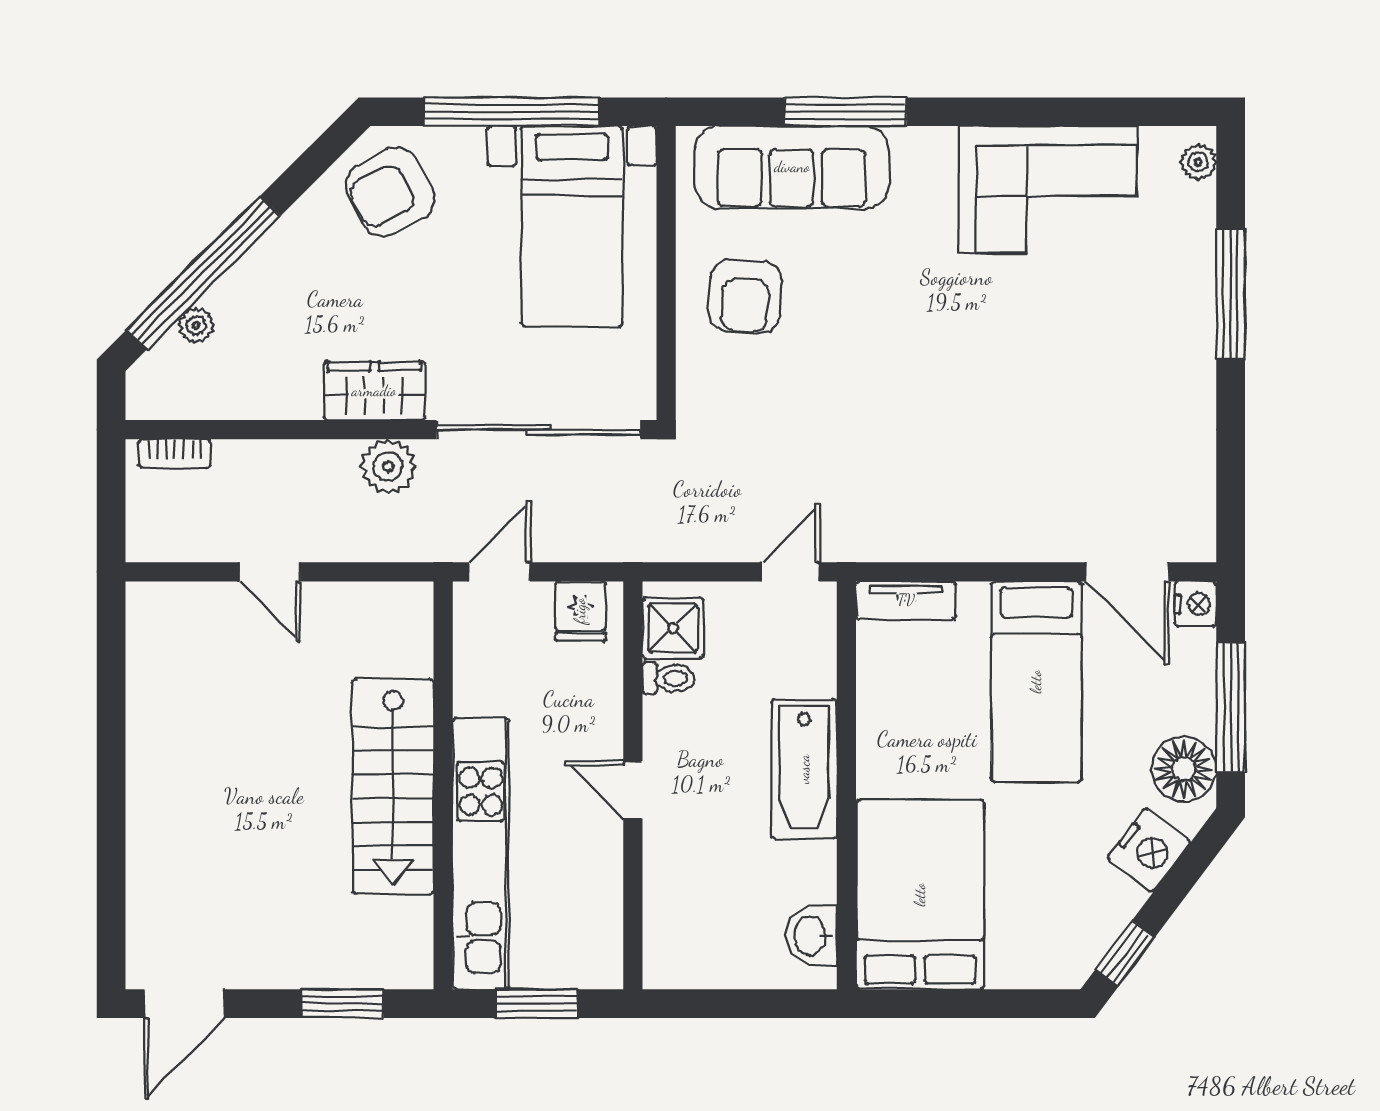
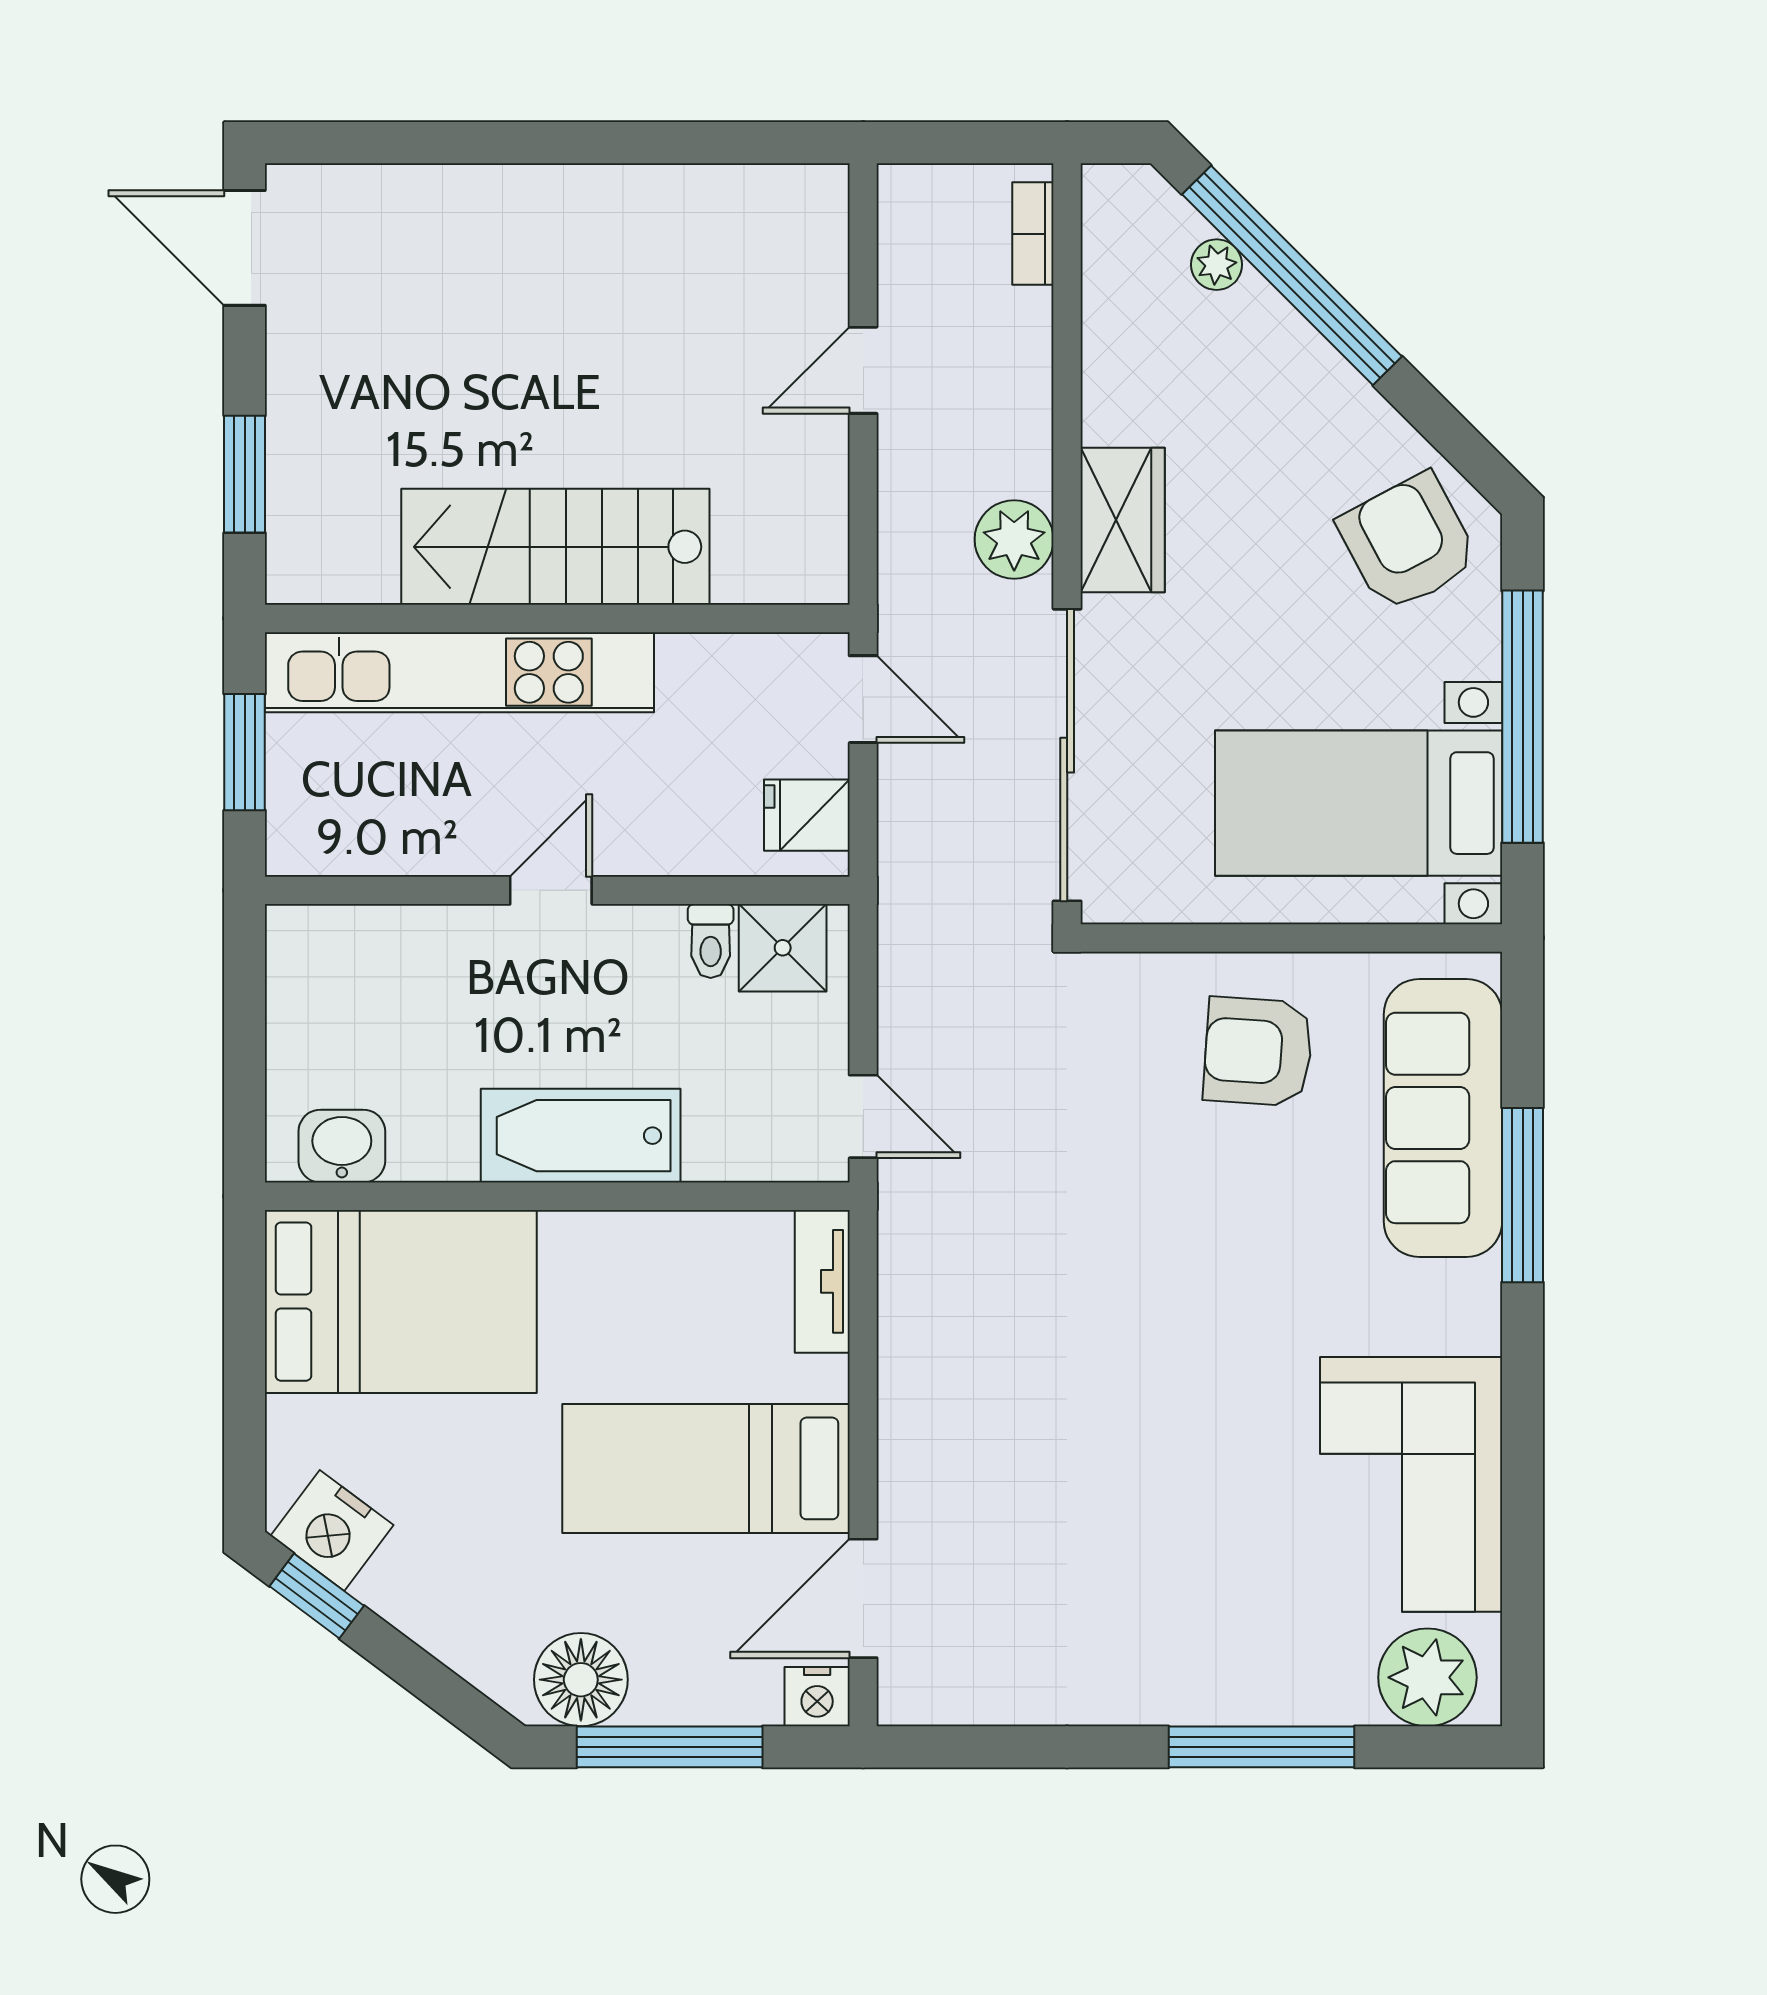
plant: (1198, 162) -> (1427, 1677), width x1.88, depth x1.88
nightstand: (1149, 850) -> (332, 1530), moved

